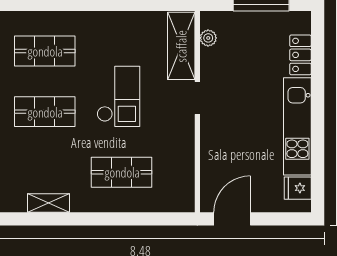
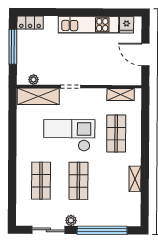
locker: (300, 55) -> (30, 23), moved
checkout: (118, 96) -> (69, 135), width x1.36, depth x1.21
shelving: (185, 179) -> (121, 94), added
door: (232, 219) -> (145, 54), moved

